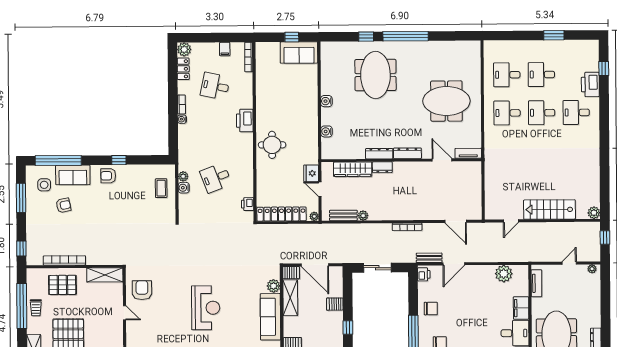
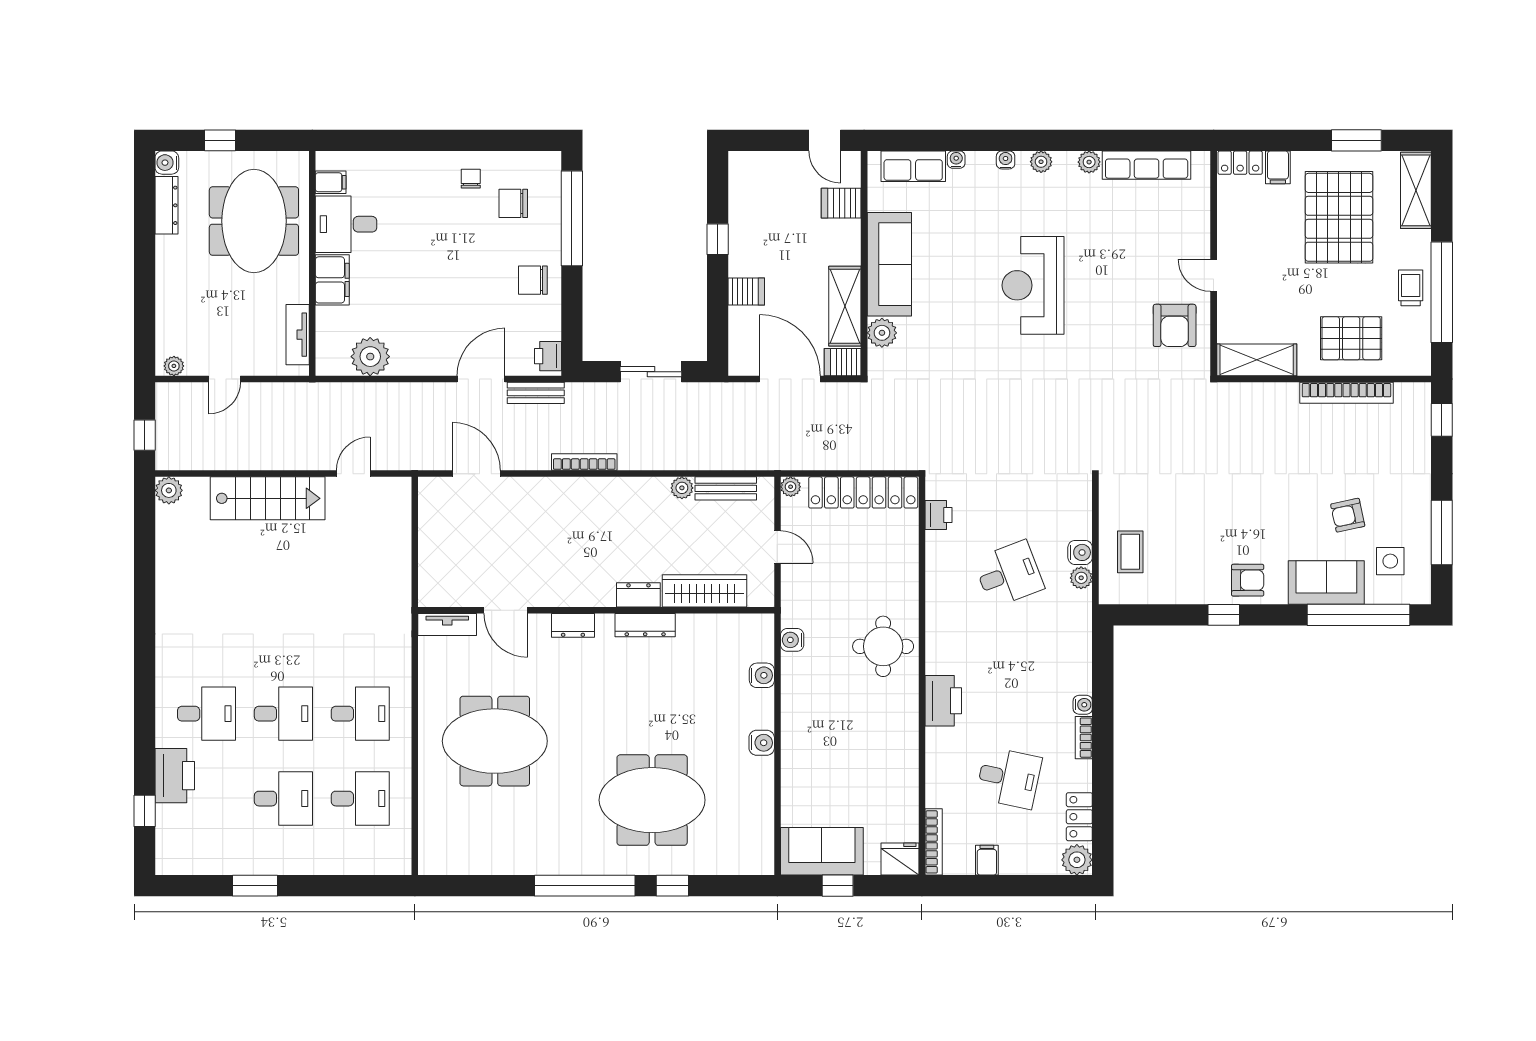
meeting table: (375, 75) -> (652, 800), turned 90
water cooler: (313, 147) -> (792, 640), added
dresser: (407, 153) -> (573, 625), width x0.70
fridge: (311, 173) -> (900, 859), moved, turned -90

